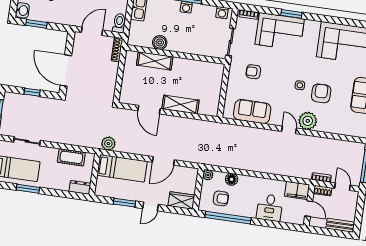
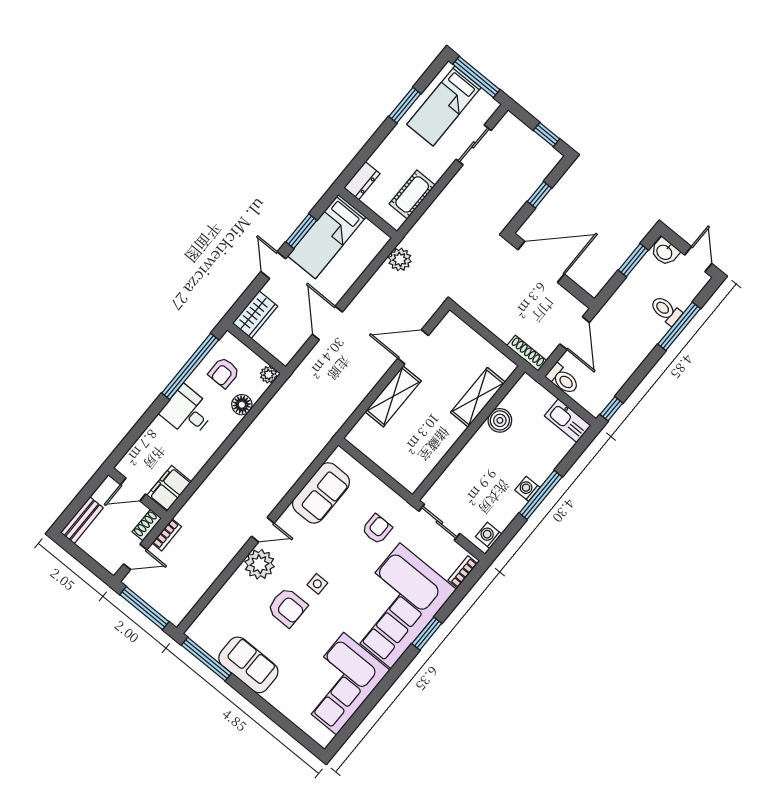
corner sofa: (280, 32) -> (395, 606), width x1.36, depth x1.36
bed: (122, 168) -> (327, 236), moved
desk: (270, 208) -> (187, 412), moved

